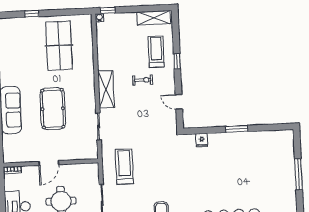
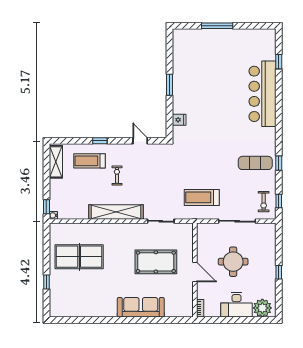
shelving: (106, 89) -> (116, 212), width x1.47
door: (179, 102) -> (140, 141), swing flipped
pool table: (53, 109) -> (156, 262), moved

